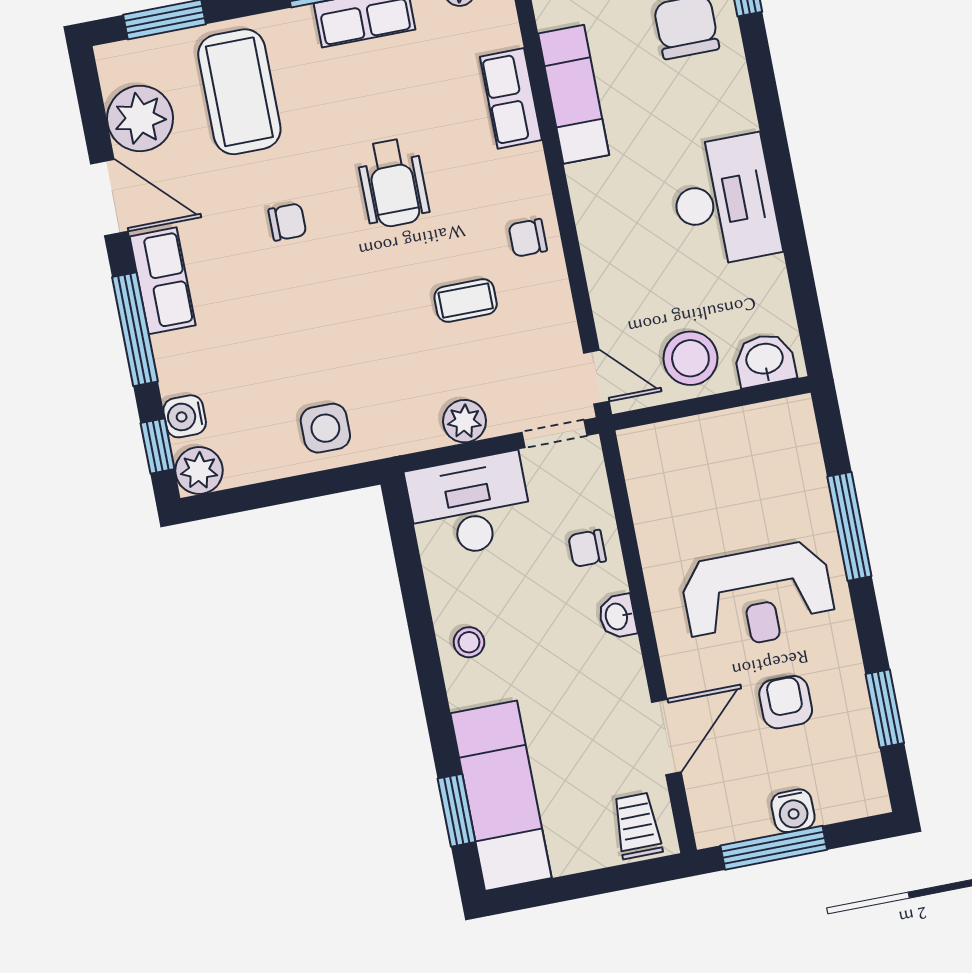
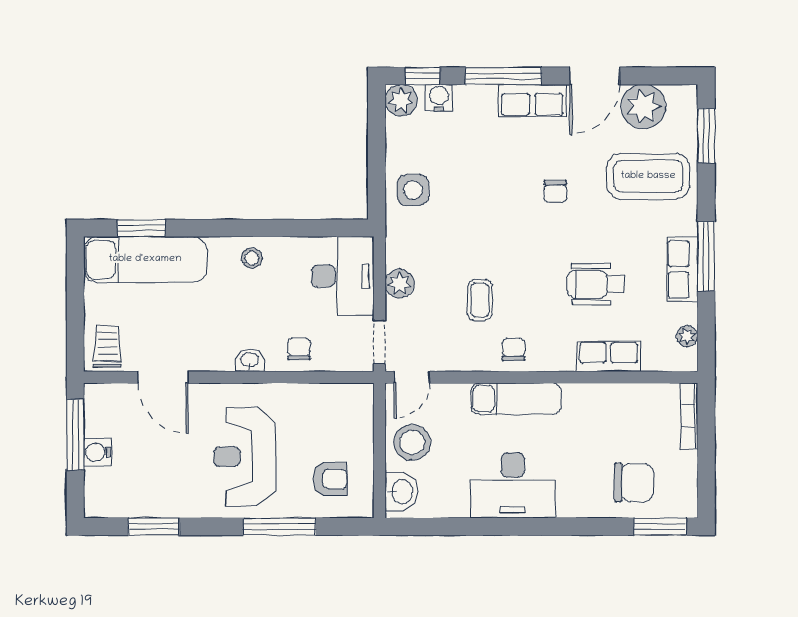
exam couch: (574, 94) -> (516, 399), moved
wheelchair: (393, 183) -> (596, 284), moved
armchair: (786, 702) -> (330, 479), moved
trolley: (637, 826) -> (107, 346), turned -90

